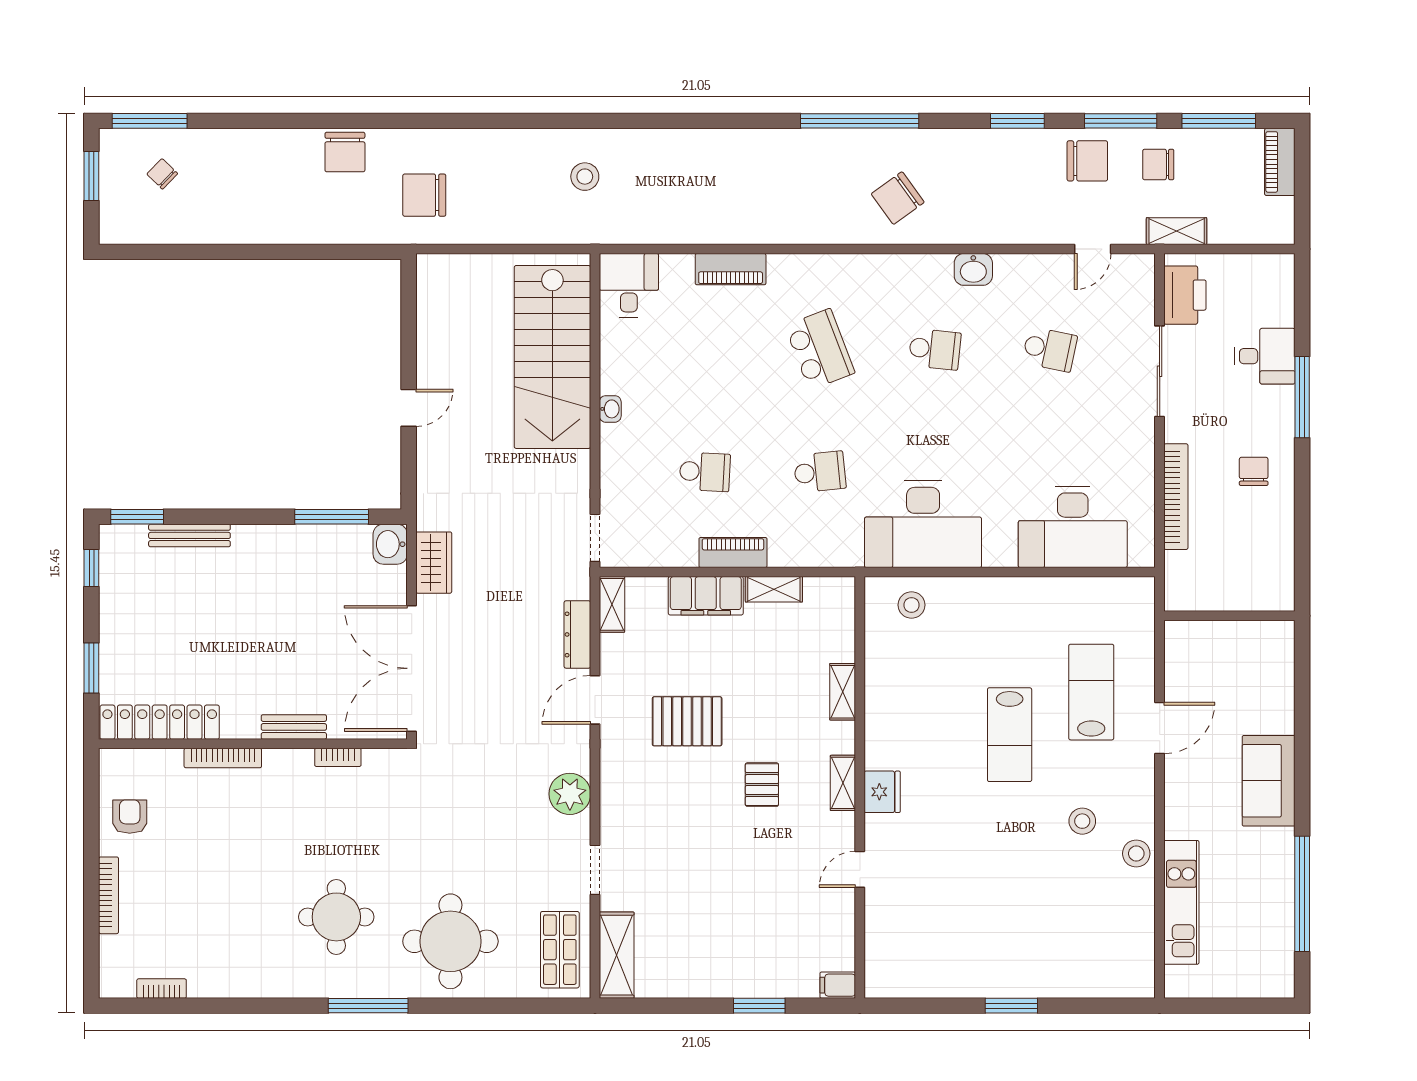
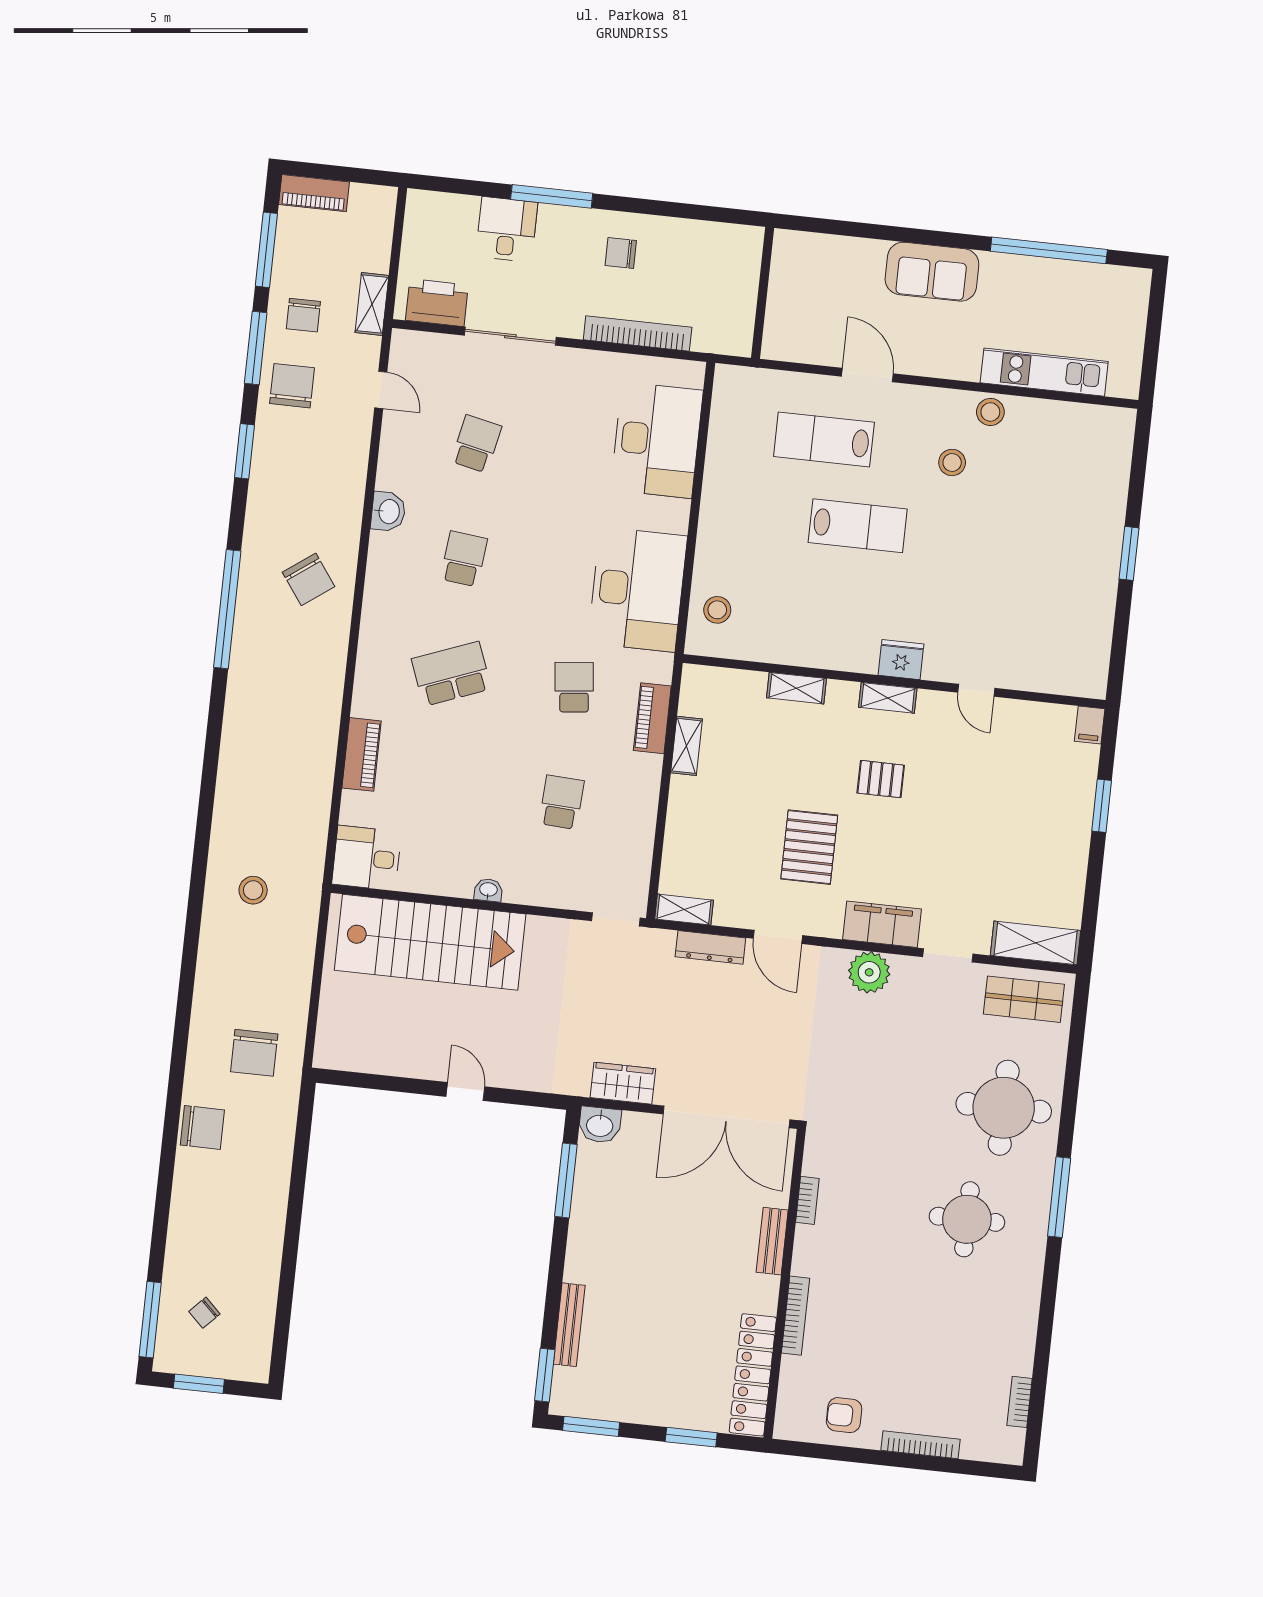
piano: (733, 553) -> (652, 718), moved
window: (91, 568) -> (591, 1426), width x1.50
filing cabinet: (706, 596) -> (882, 924), moved, turned -90

